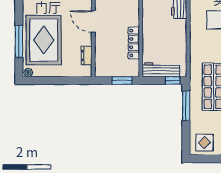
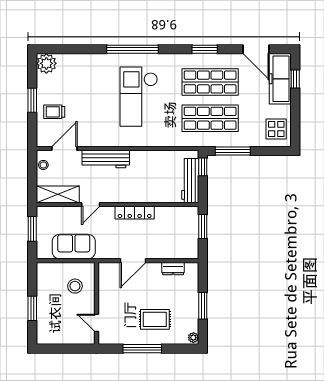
rug: (44, 40) -> (155, 319), width x0.54, depth x0.49
window: (19, 42) -> (142, 349), moved
locker: (134, 43) -> (135, 213), moved
window: (55, 81) -> (203, 306), added

